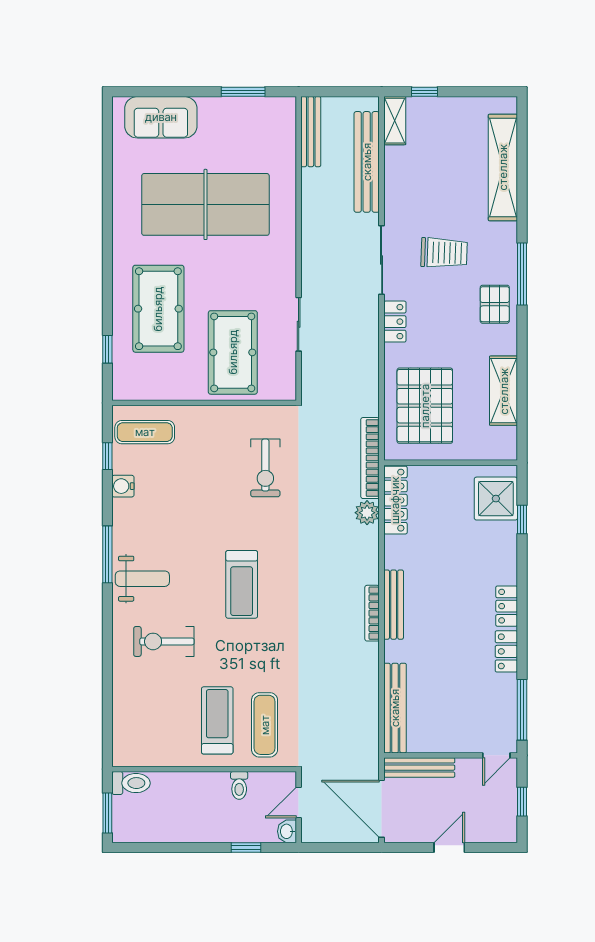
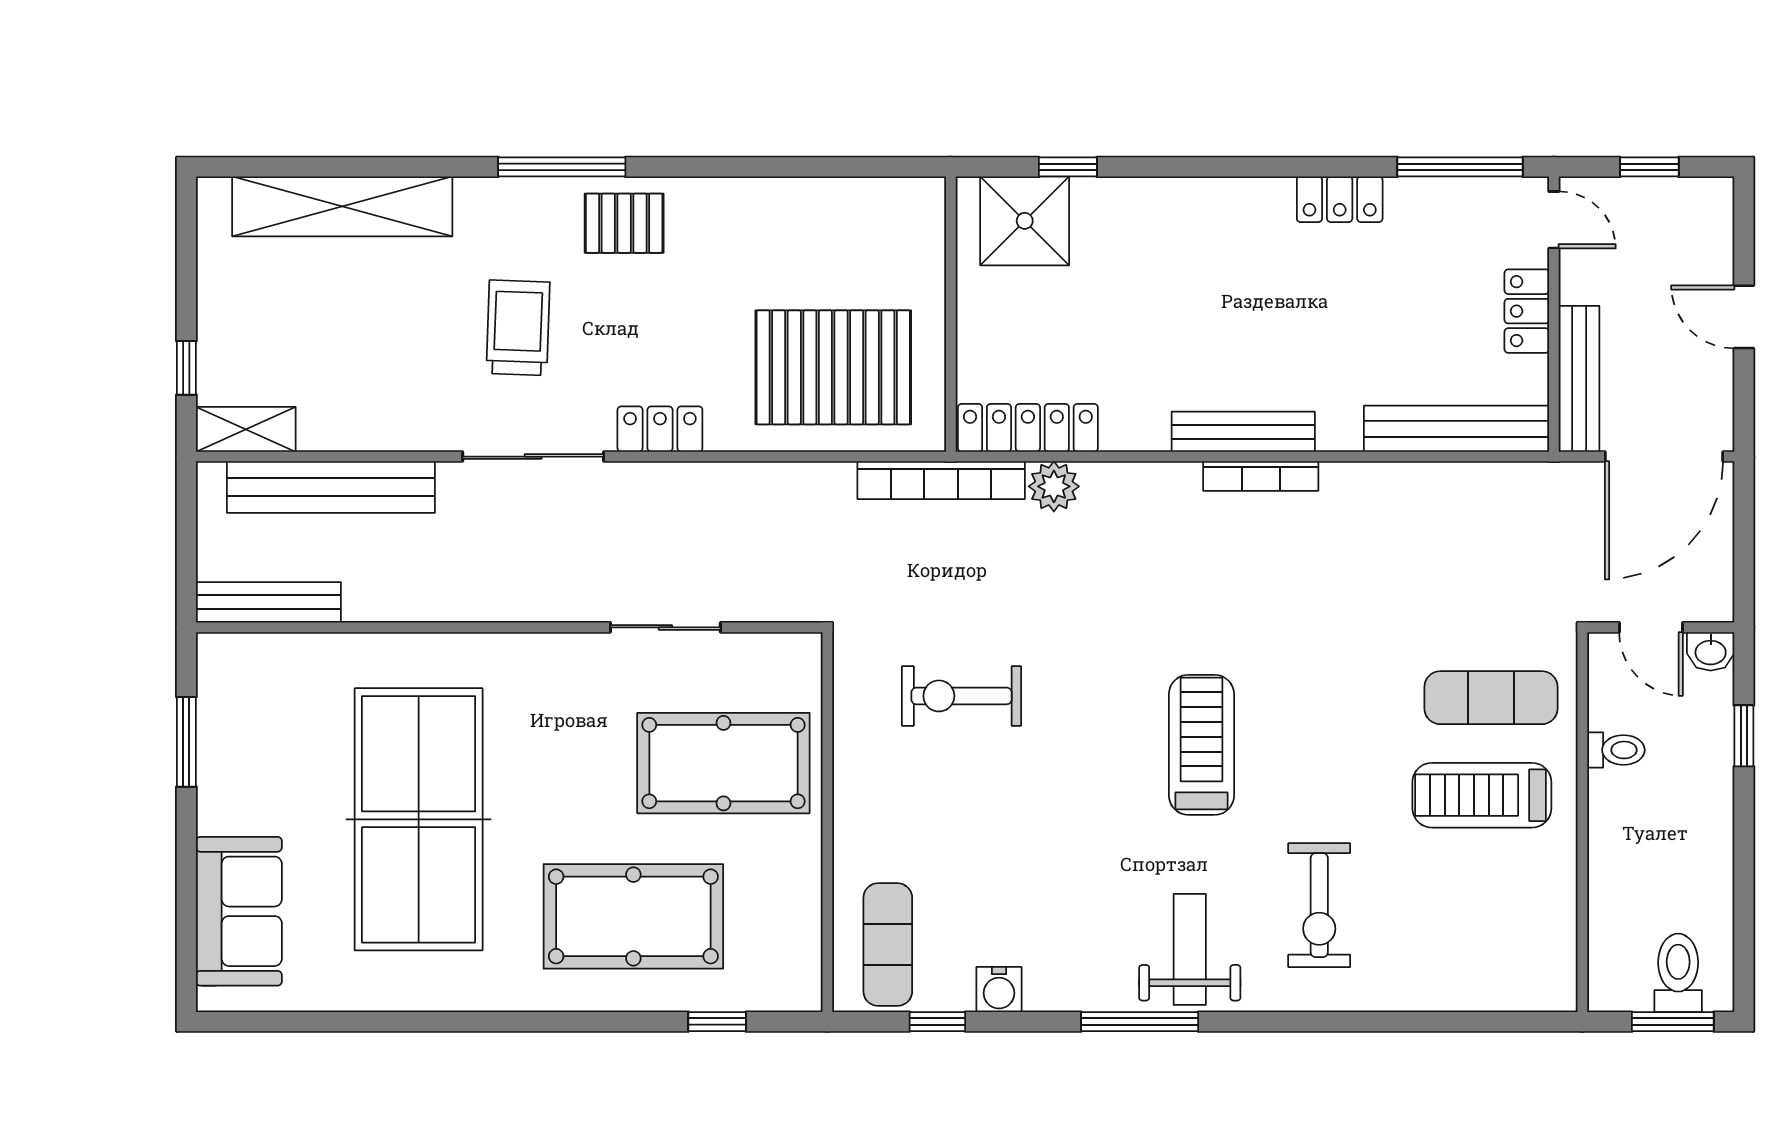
shelving: (504, 391) -> (802, 205), removed
exercise bike: (265, 468) -> (962, 696), turned 180
treadmill: (242, 584) -> (1201, 745), turned -90
locker: (507, 606) -> (1527, 311), moved, turned 90
toilet: (131, 783) -> (1678, 973), moved

